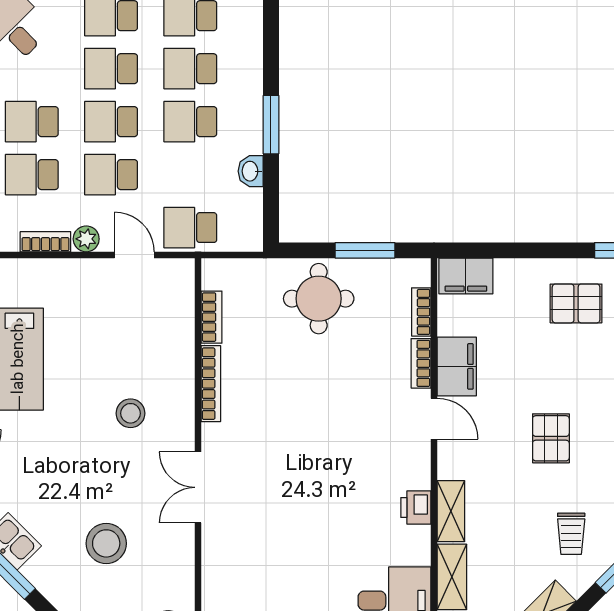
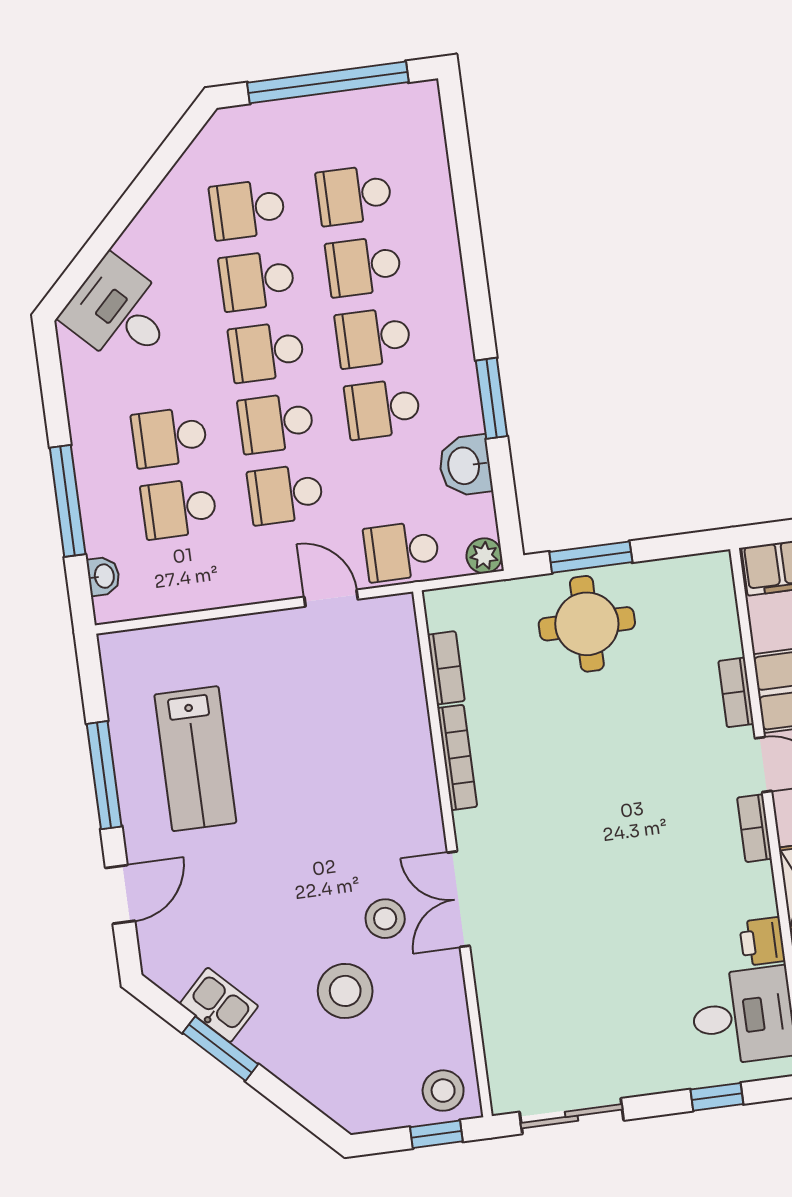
washbasin: (251, 171) -> (465, 466), width x1.38, depth x1.45
plant: (86, 239) -> (484, 556), moved
bookcase: (45, 242) -> (209, 596), removed
window: (365, 250) -> (591, 557), moved
bookcase: (421, 312) -> (754, 828), moved
stool: (131, 413) -> (385, 919), moved
printer: (416, 508) -> (762, 941), moved

